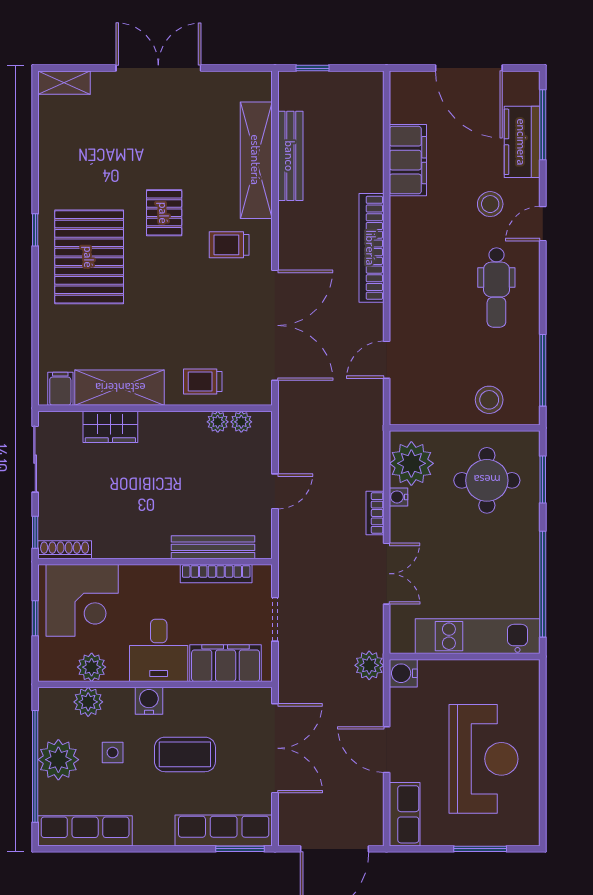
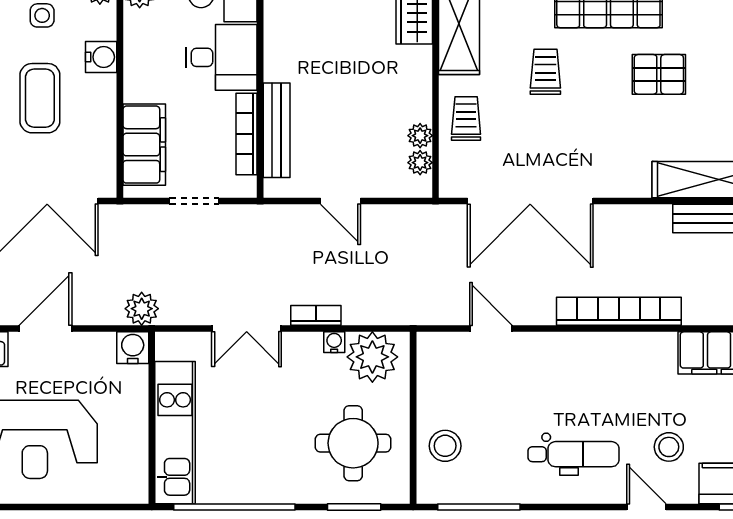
trolley: (229, 245) -> (545, 72), moved
dental chair: (496, 287) -> (574, 454), turned 180
desk: (159, 650) -> (221, 57), moved, turned 180

